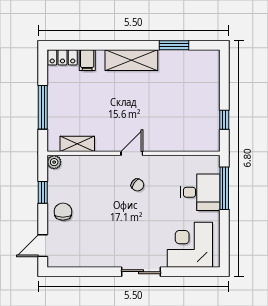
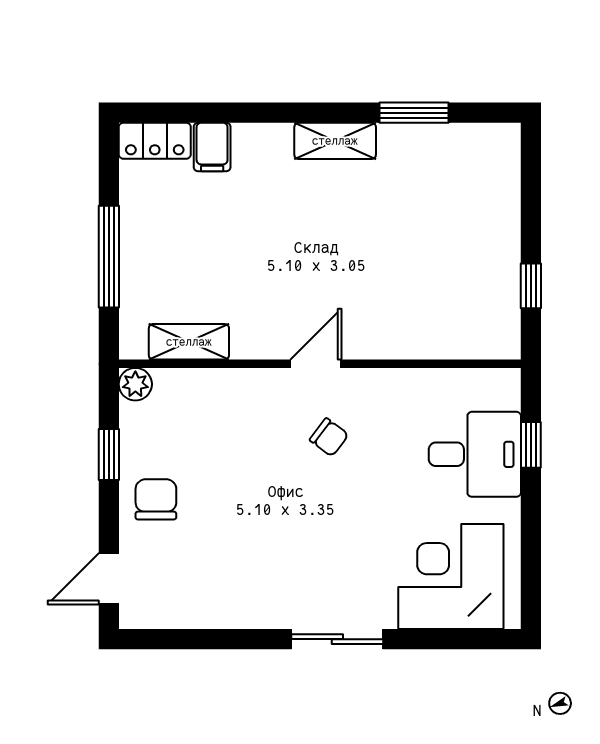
shelving: (131, 60) -> (335, 141), width x0.67, depth x0.75
window: (224, 188) -> (531, 445), width x0.46

